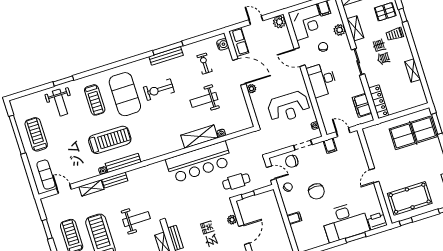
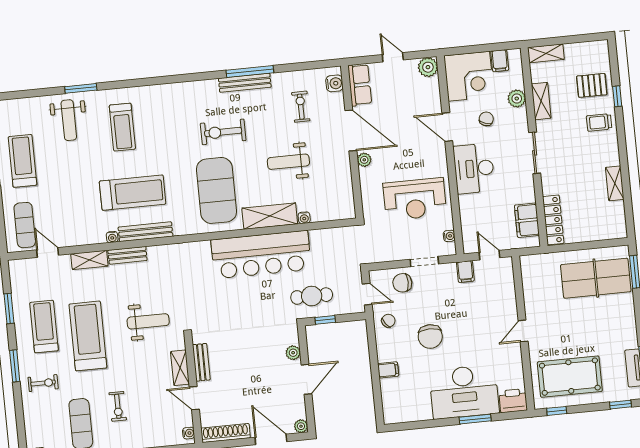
exercise mat: (125, 94) -> (216, 190), moved

